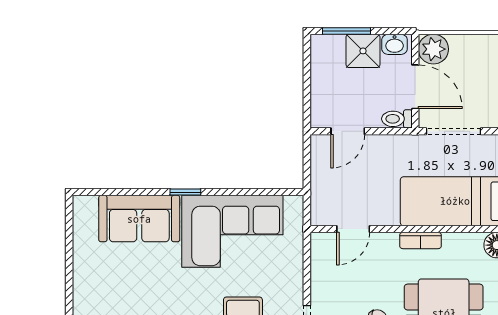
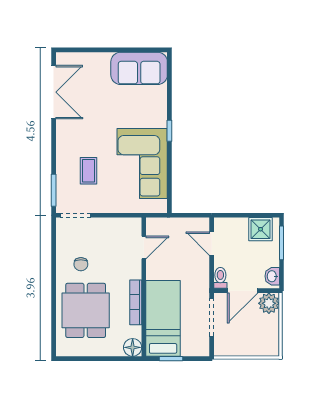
shower: (363, 51) -> (261, 229), moved
sofa: (139, 219) -> (139, 68), moved, turned -90
door: (353, 229) -> (144, 247), swing flipped
bookcase: (420, 240) -> (136, 302), width x1.56

